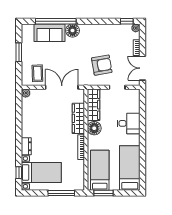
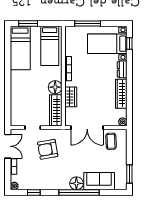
window: (56, 21) -> (79, 193), moved
window: (127, 21) -> (34, 193), moved
window: (19, 52) -> (129, 174), moved
wardrobe: (78, 118) -> (71, 97), width x0.67
wardrobe: (27, 122) -> (121, 94), added
desk: (129, 123) -> (21, 92), removed
window: (103, 193) -> (28, 23), moved

